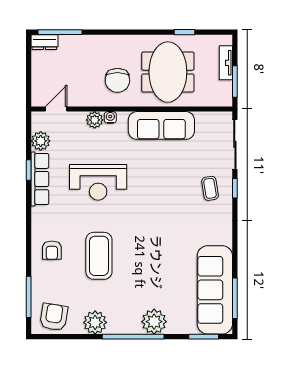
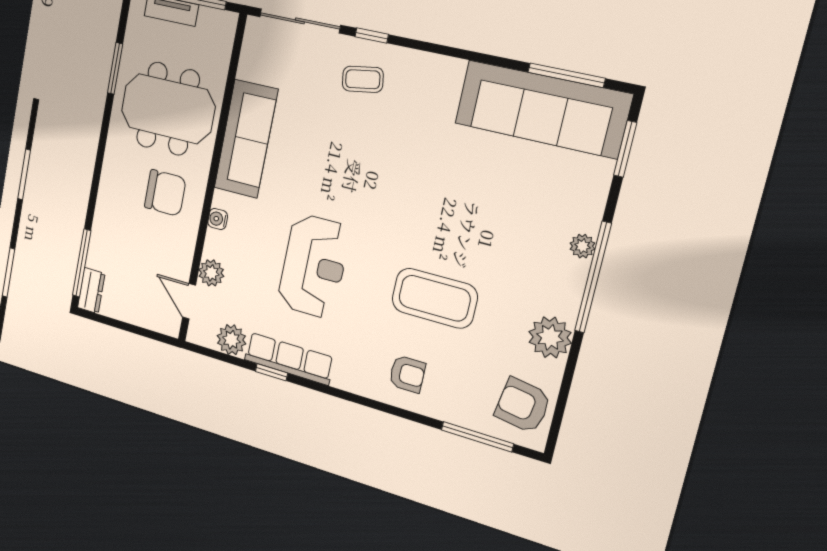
window: (184, 32) -> (115, 68), width x1.50
plant: (95, 120) -> (211, 273), moved
plant: (154, 322) -> (582, 246), width x0.53, depth x0.53

